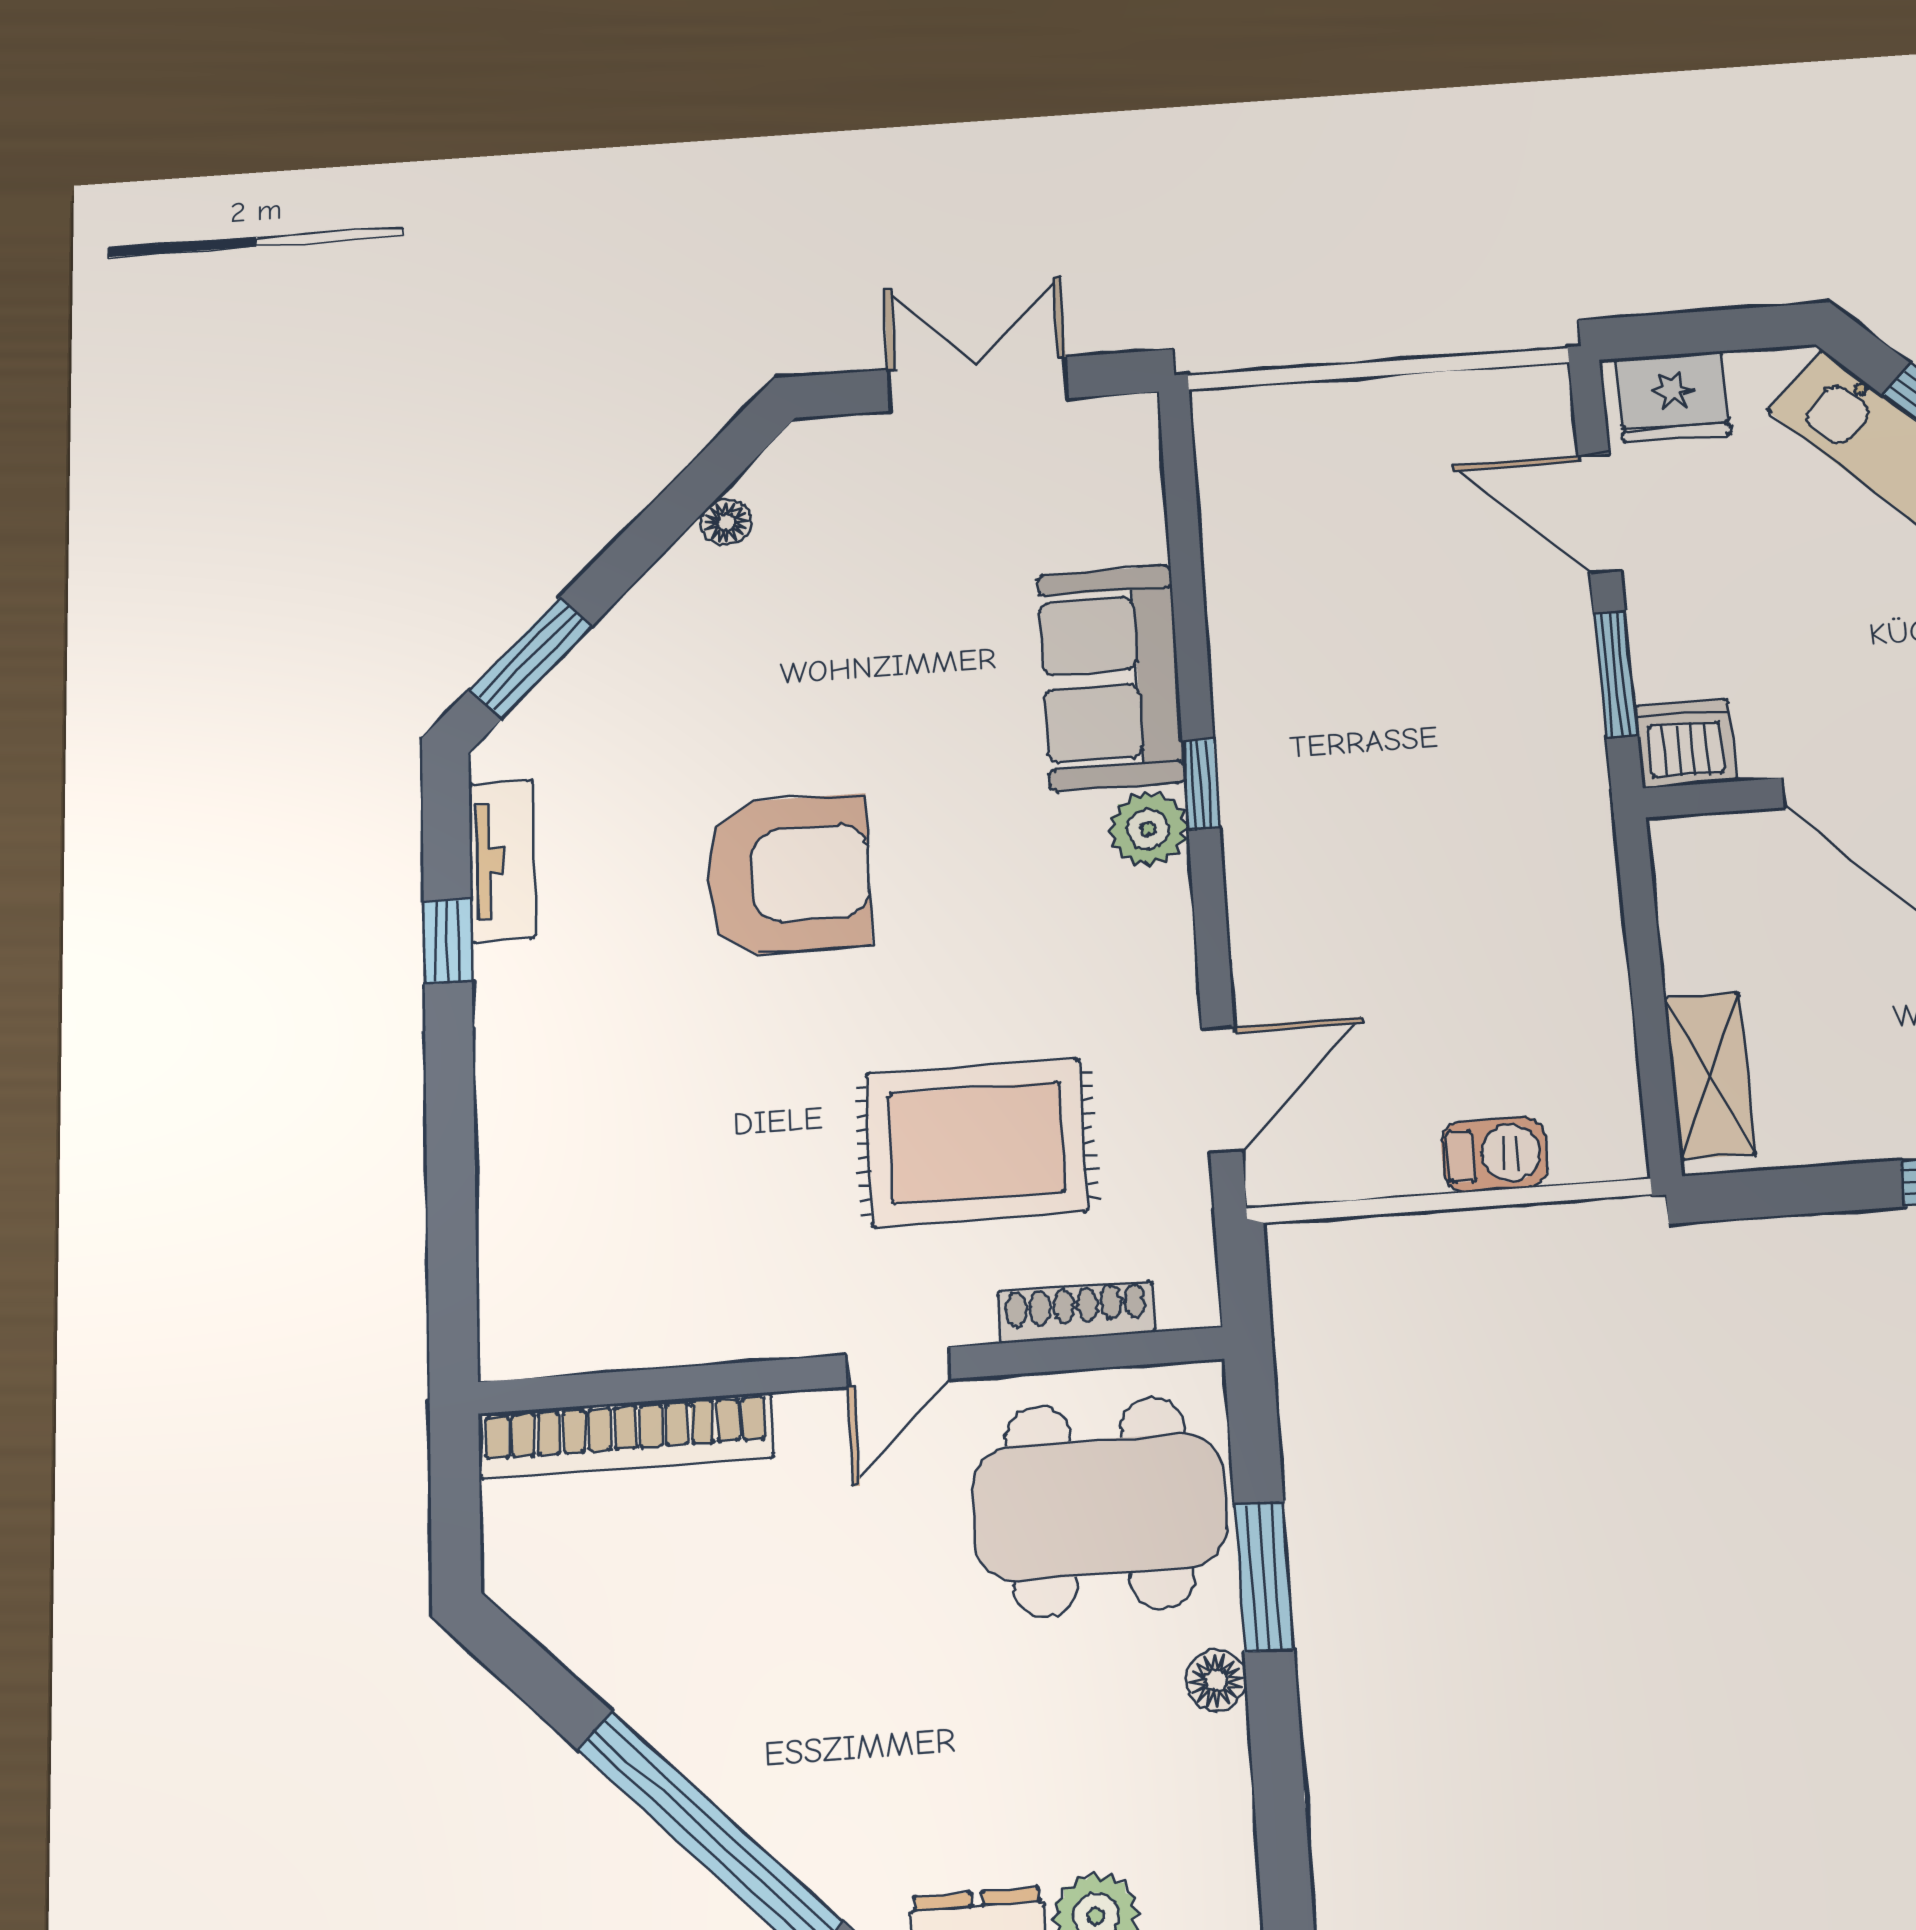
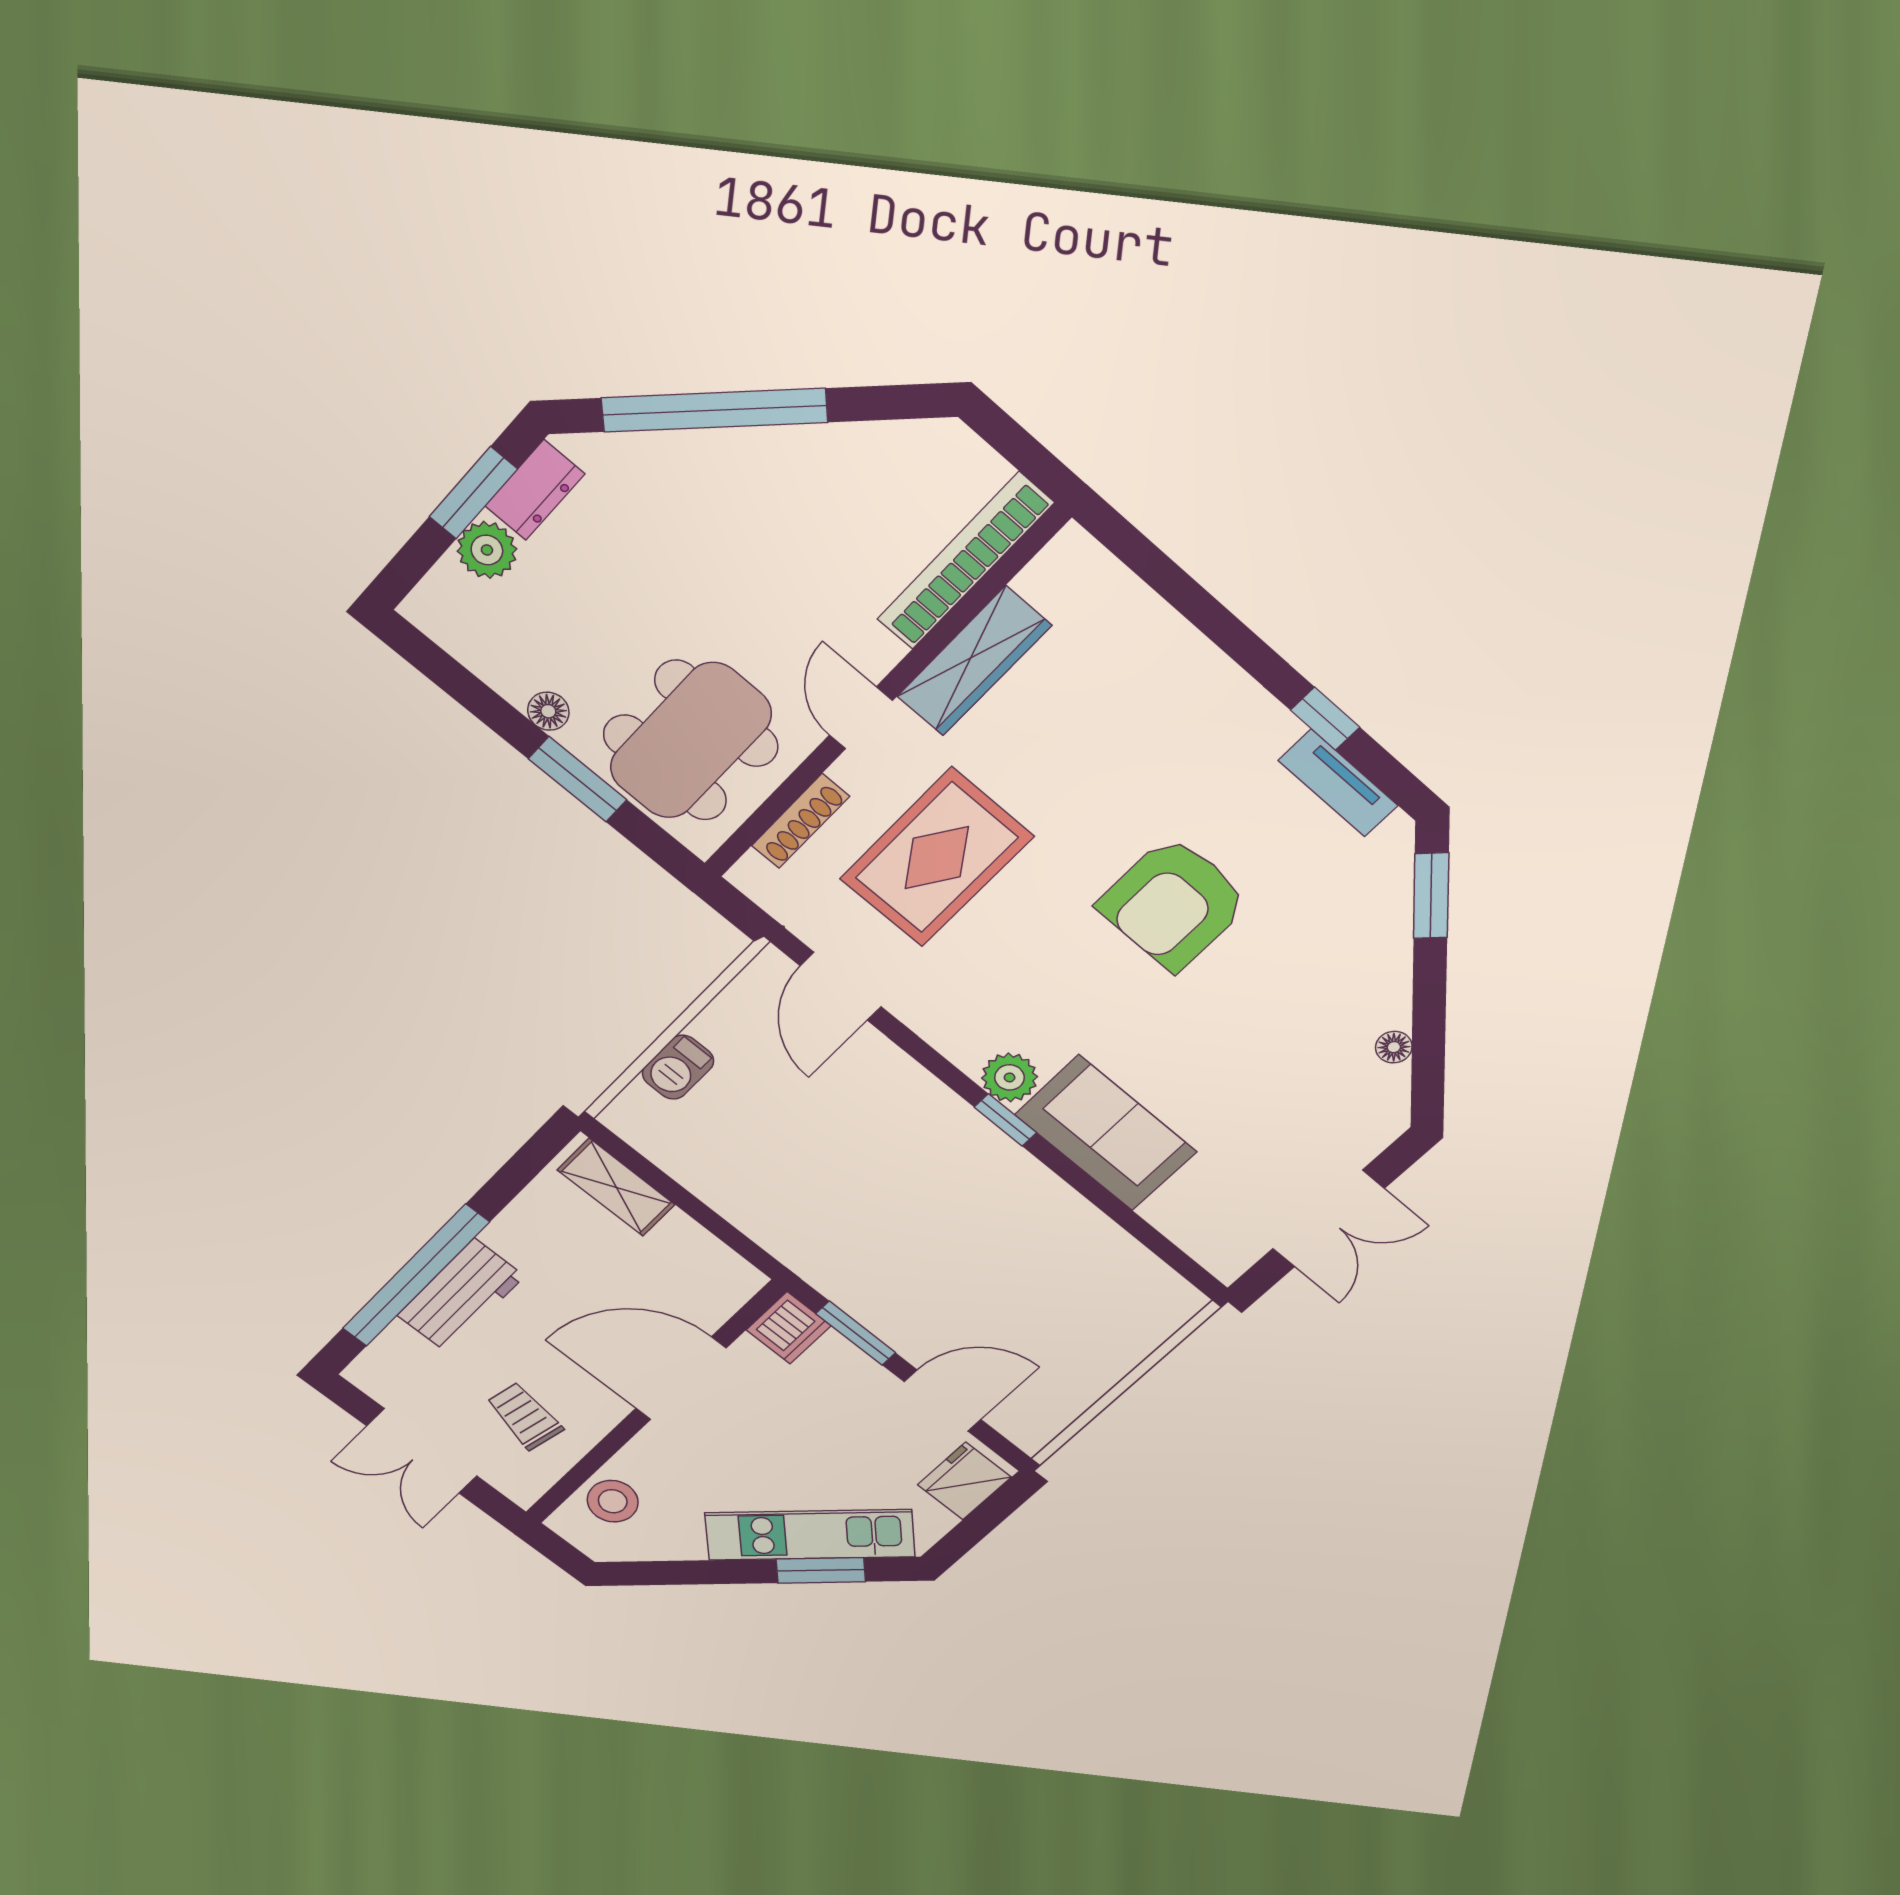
wardrobe: (724, 1321) -> (974, 661), added

